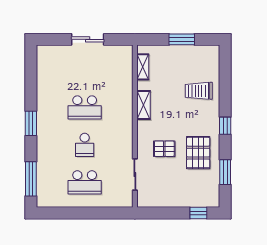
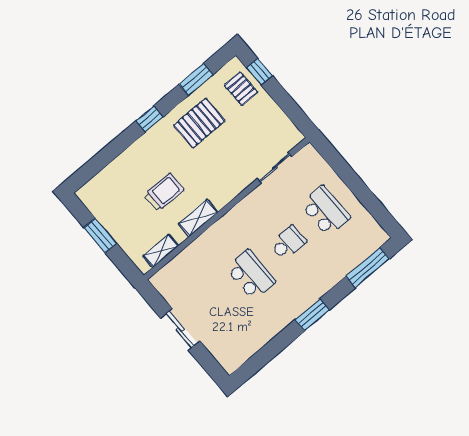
trolley: (199, 91) -> (164, 192), moved, turned -90
pallet: (164, 149) -> (241, 89), moved

